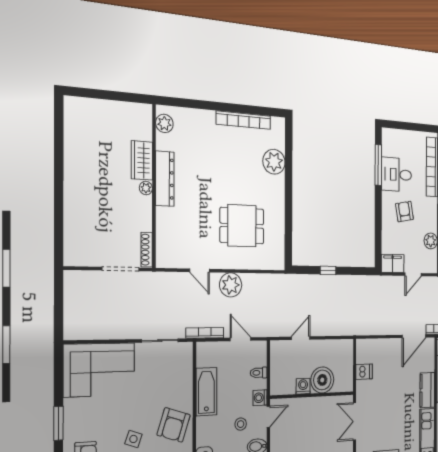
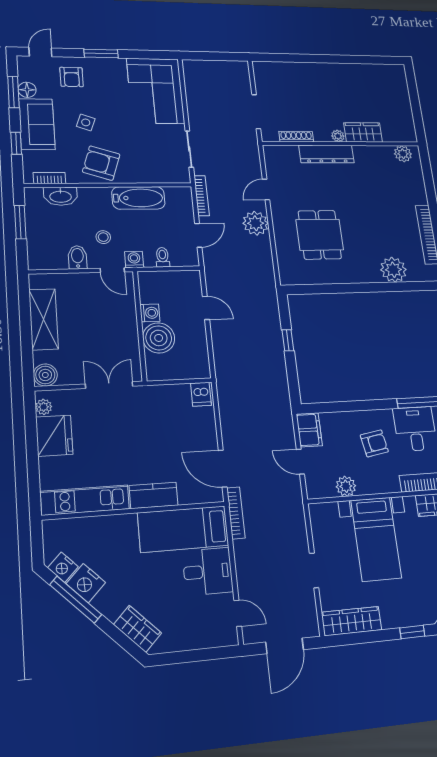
dresser: (165, 179) -> (326, 154), moved
shoe rack: (147, 250) -> (296, 137), moved
dishwasher: (364, 372) -> (201, 394), moved

